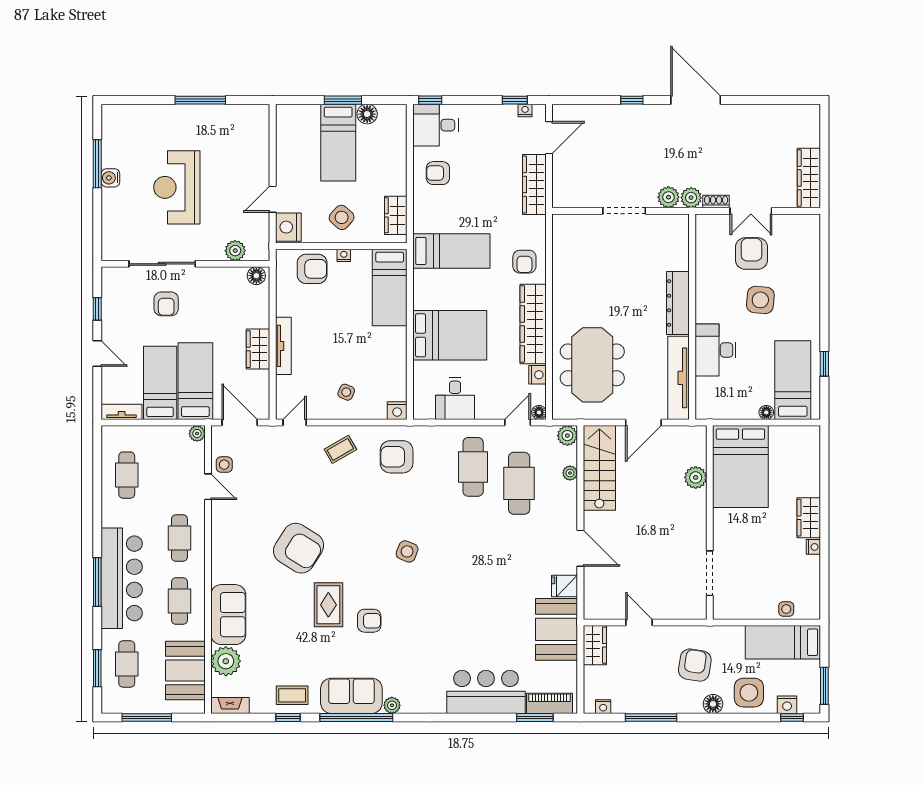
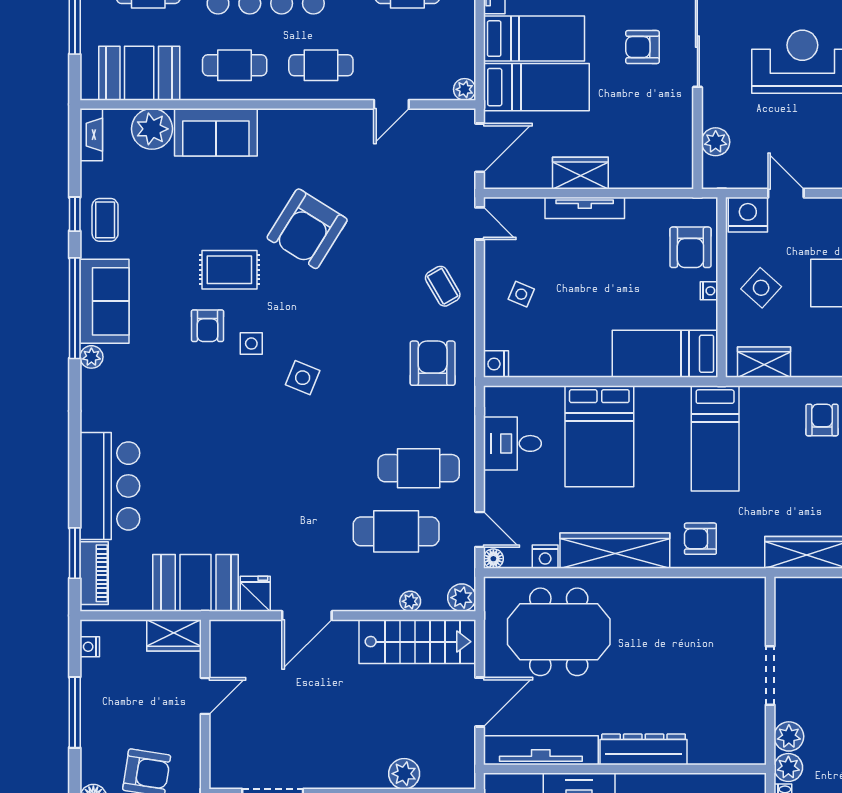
floor lamp: (256, 276) -> (681, 171), removed
door: (643, 423) -> (480, 702), swing flipped
side table: (224, 465) -> (251, 344), moved

